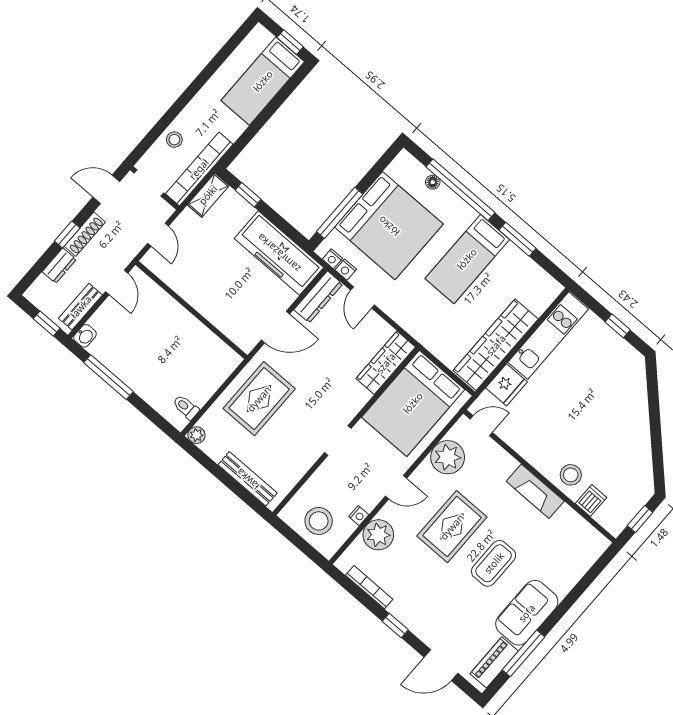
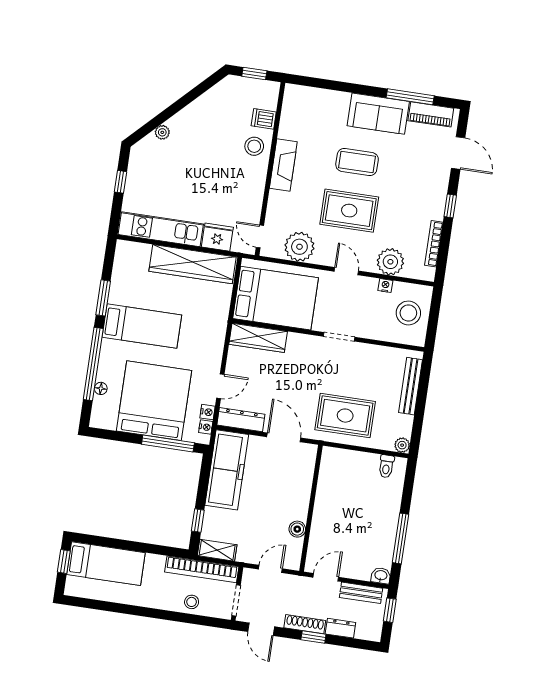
boiler: (180, 284) -> (297, 529), added
plant: (640, 396) -> (162, 132), added

